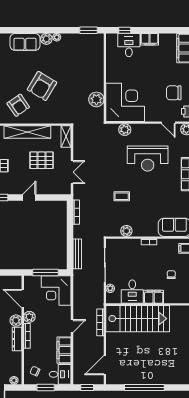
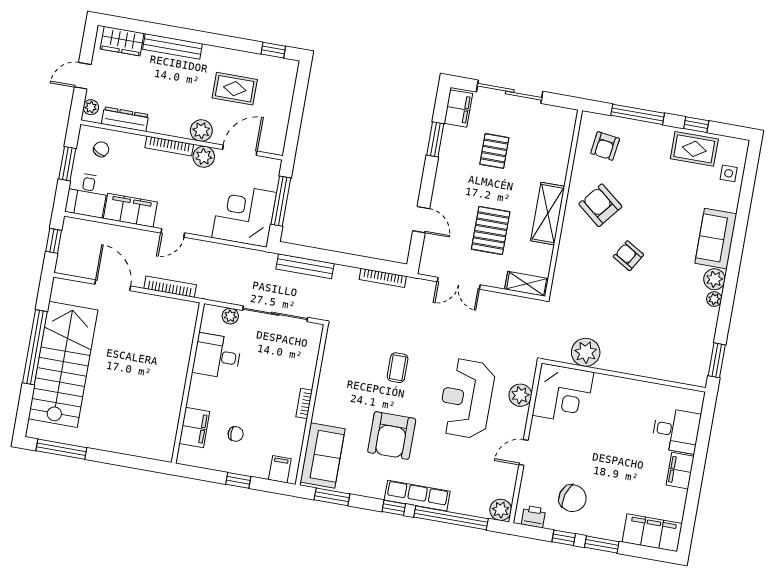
window: (125, 30) -> (705, 428), removed
armchair: (42, 86) -> (628, 256), width x0.53, depth x0.53
chair: (174, 93) -> (573, 498), turned 106
corner desk: (125, 102) -> (563, 394), width x0.74, depth x0.74
armchair: (18, 105) -> (600, 205), turned 74
door: (168, 123) -> (524, 453), moved
shelving: (27, 132) -> (548, 214), width x0.68
reception desk: (148, 159) -> (466, 399), moved
armchair: (158, 193) -> (392, 435), added
door: (29, 198) -> (421, 220), moved
plant: (126, 231) -> (332, 365), removed
filing cabinet: (154, 297) -> (194, 428), moved
stairs: (138, 319) -> (63, 364), moved, turned 180
door: (72, 326) -> (173, 233), hinge flipped
dresser: (17, 339) -> (125, 119), moved
door: (105, 365) -> (113, 285), moved

